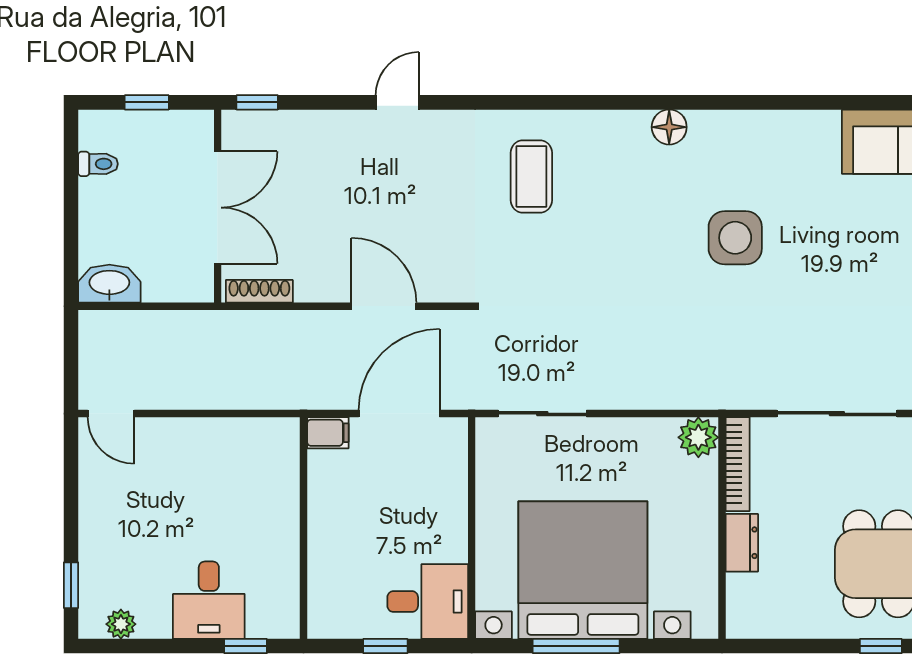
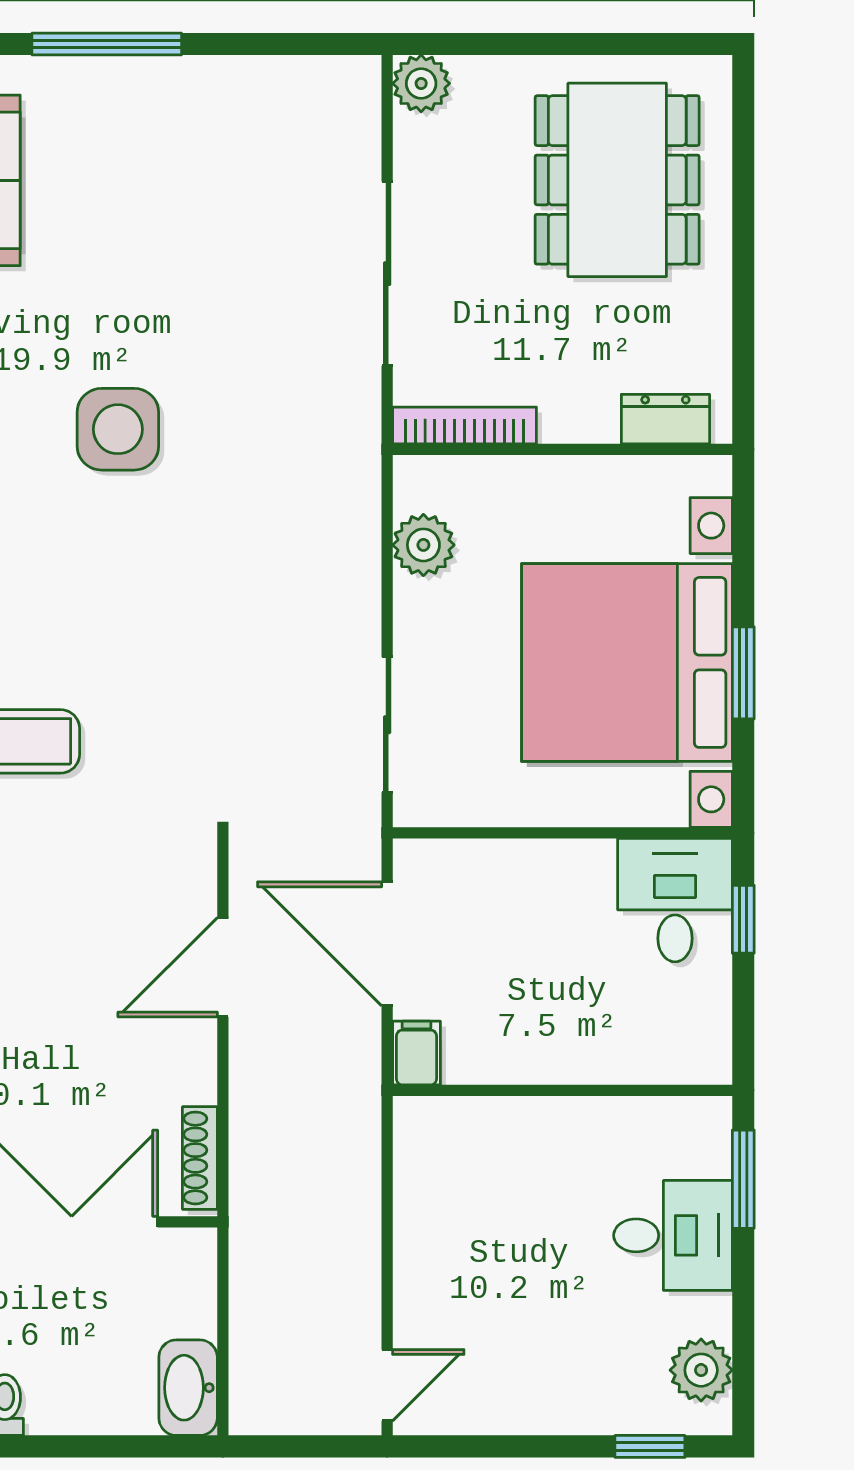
plant: (698, 437) -> (423, 545), moved
dresser: (742, 543) -> (665, 419), moved
plant: (121, 624) -> (701, 1370), width x1.38, depth x1.38
window: (246, 646) -> (743, 1179), width x1.50
window: (385, 646) -> (743, 919), moved
window: (576, 646) -> (743, 673), width x0.69
window: (881, 646) -> (743, 206), removed

